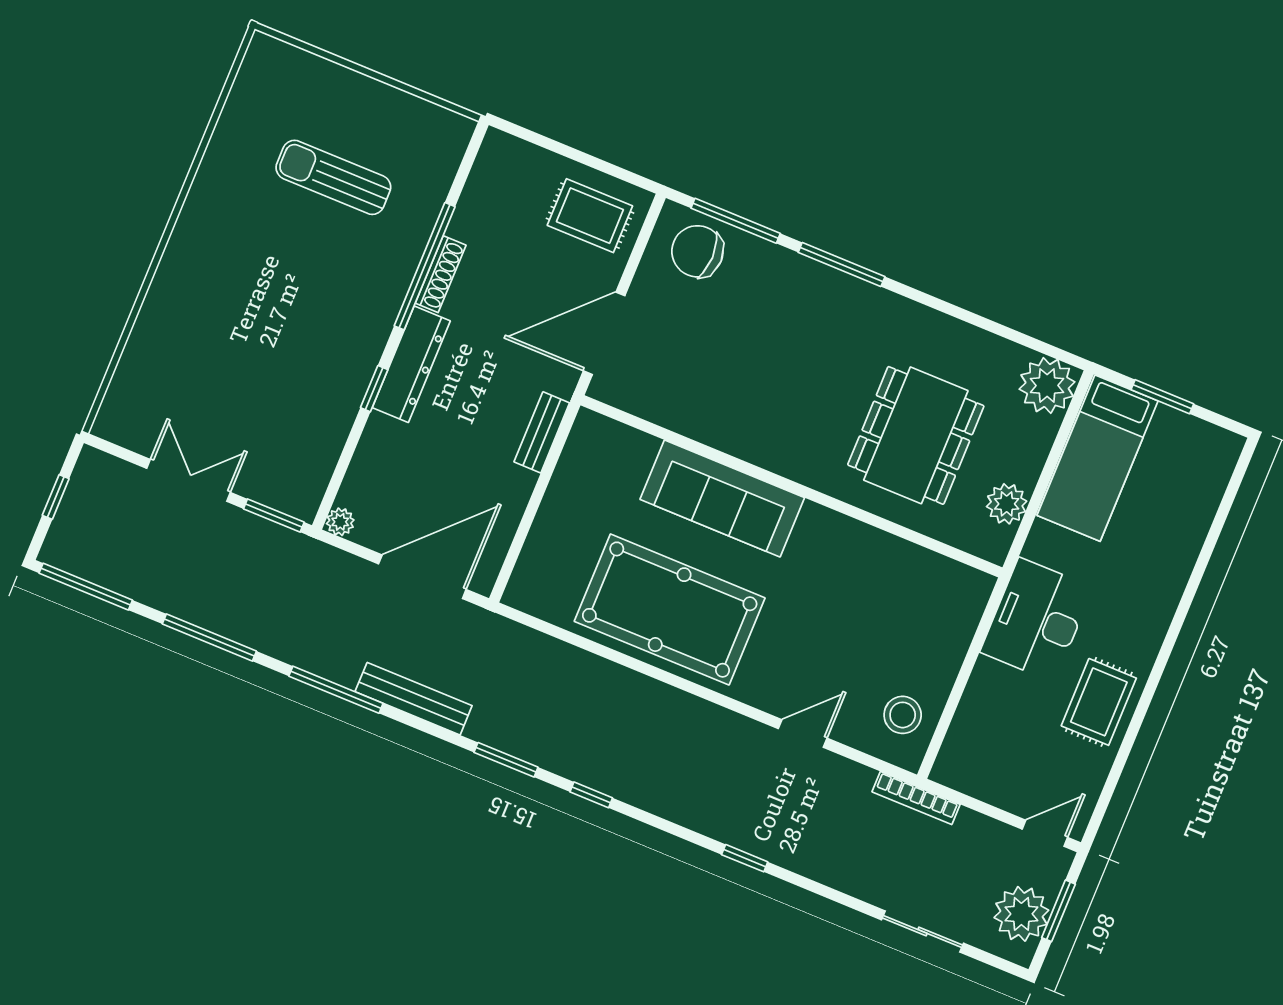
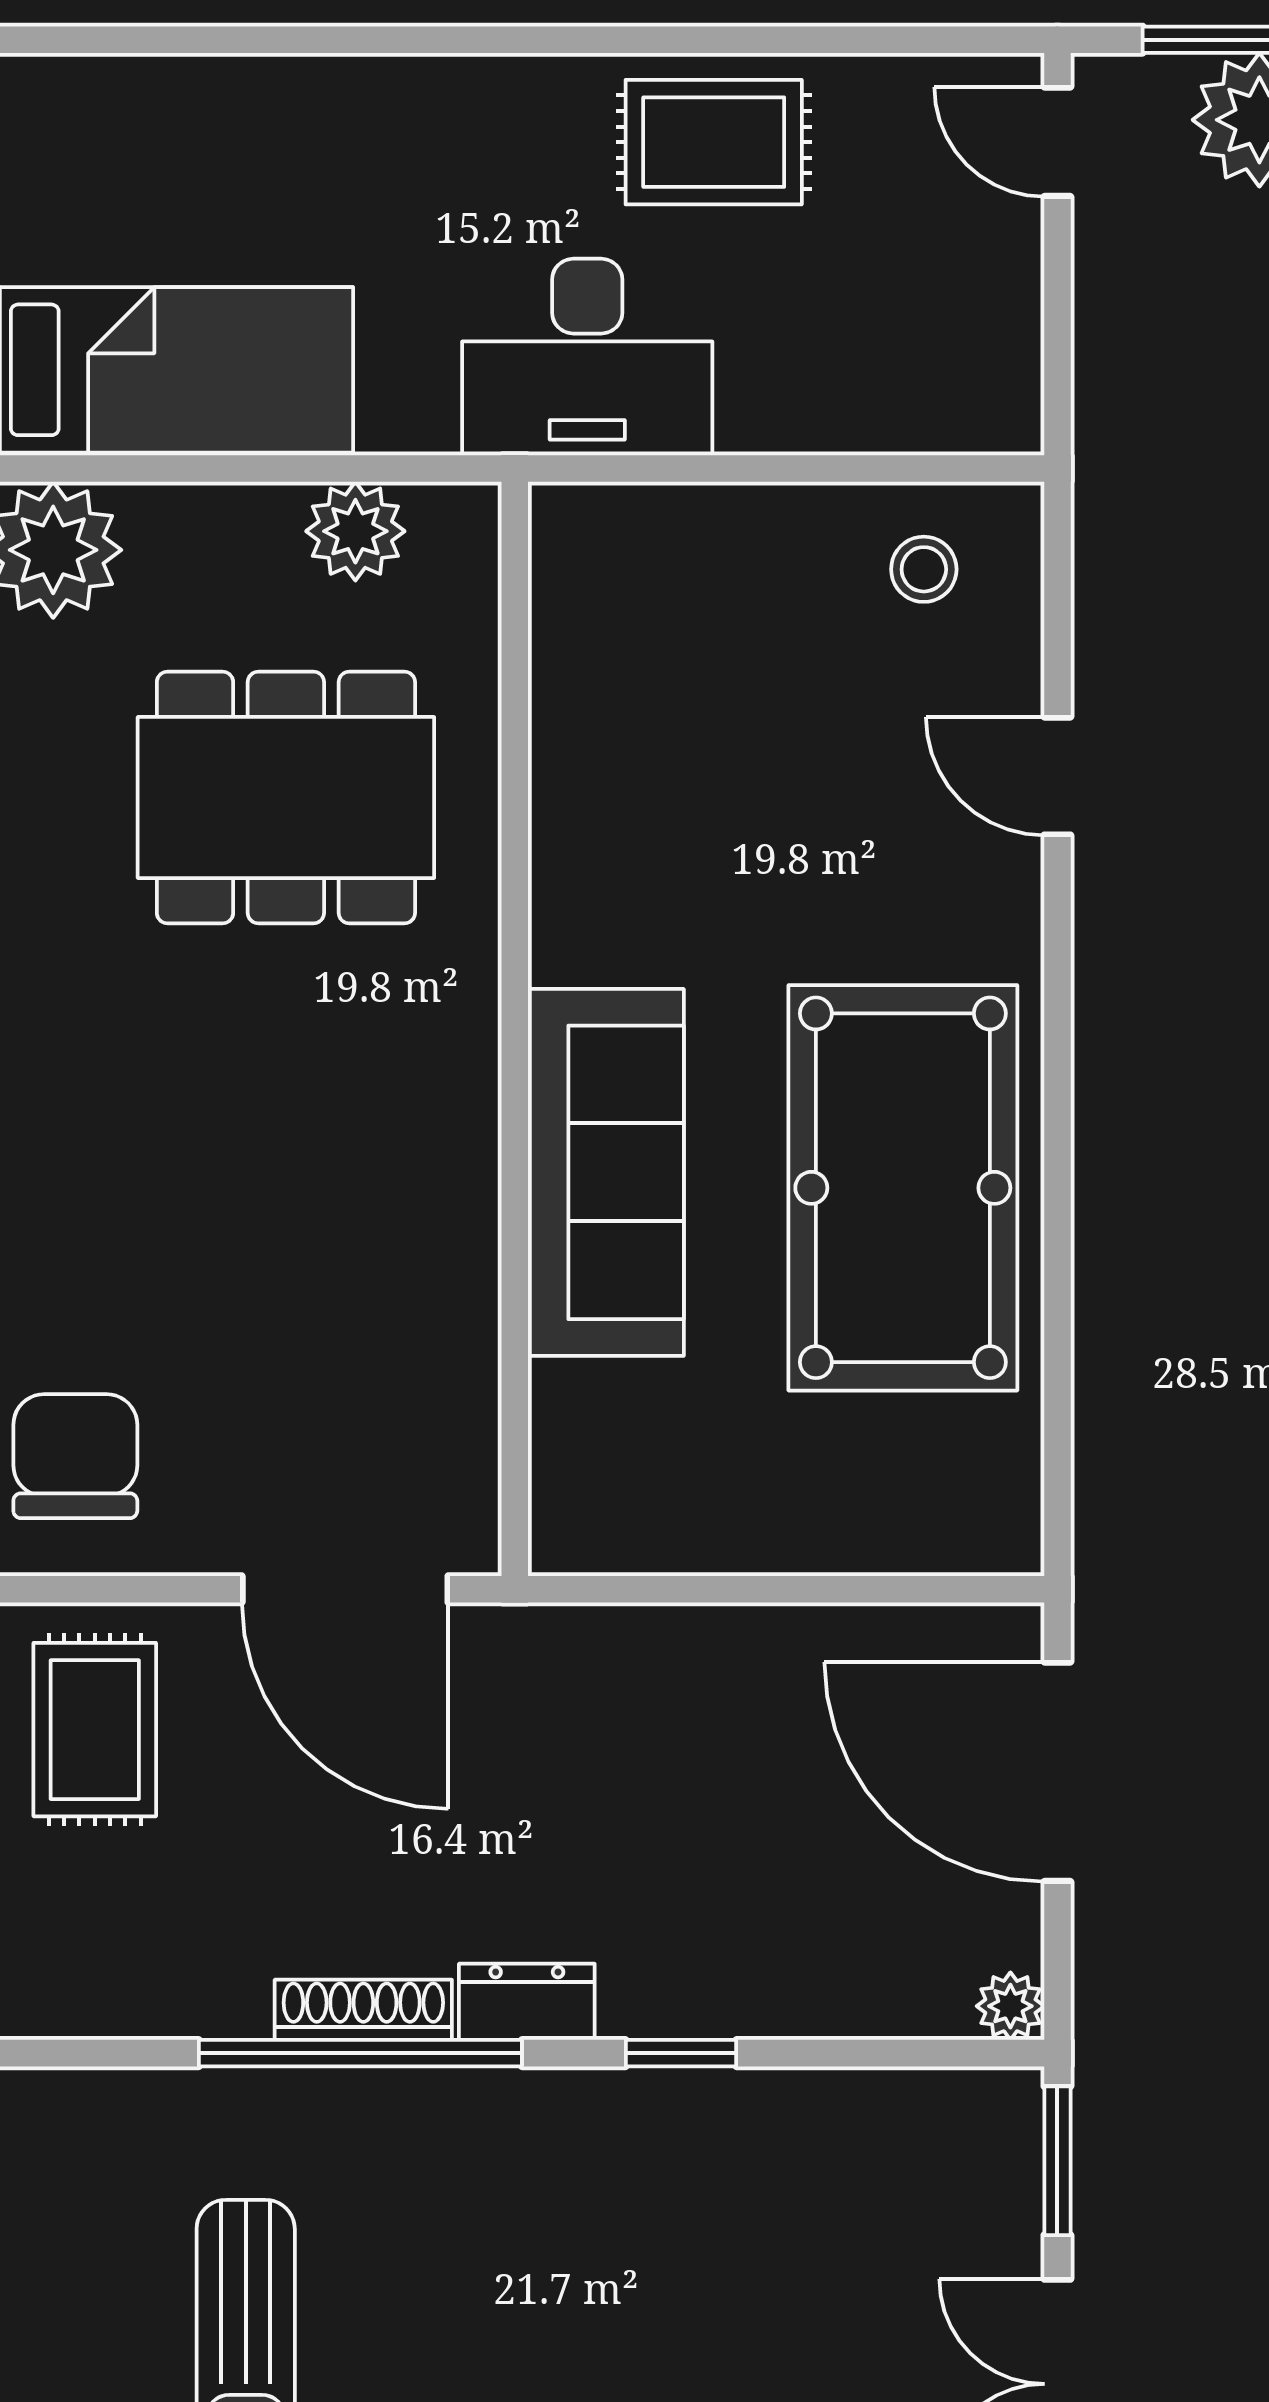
chair: (697, 251) -> (75, 1456), turned 180
dresser: (411, 364) -> (527, 2002), width x0.51, depth x0.80
bench: (542, 432) -> (624, 1637), removed
stool: (903, 715) -> (924, 569), width x0.73, depth x0.73
bookcase: (916, 798) -> (1097, 462), removed

